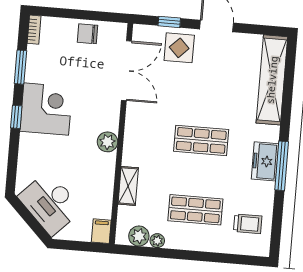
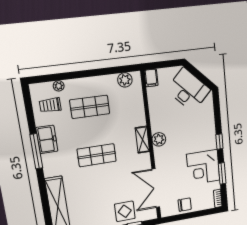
corner desk: (46, 109) -> (203, 167), moved
freezer: (265, 161) -> (47, 139), moved
shelving: (128, 186) -> (142, 140), moved
plant: (157, 241) -> (59, 86), moved

